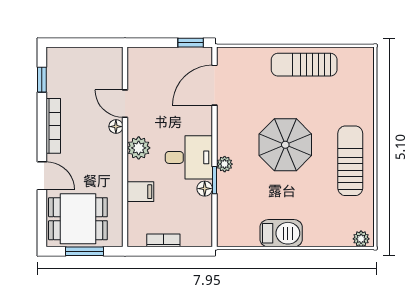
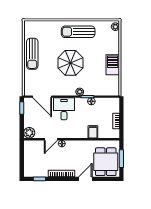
plant: (139, 148) -> (29, 133), moved
desk: (189, 157) -> (64, 109), moved

